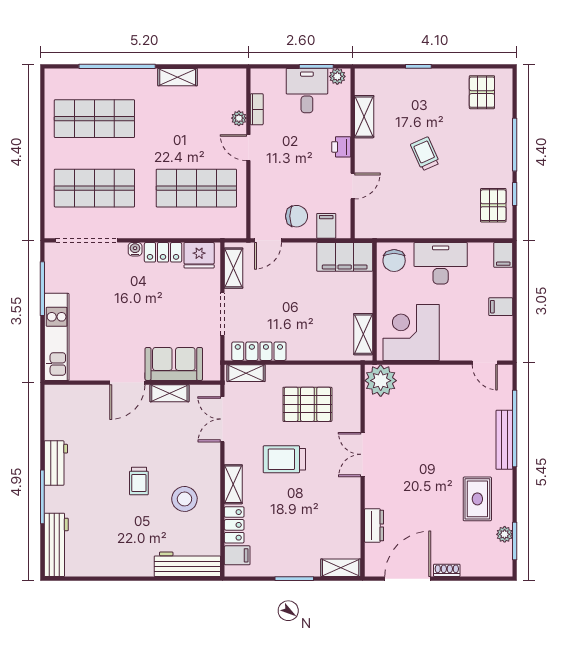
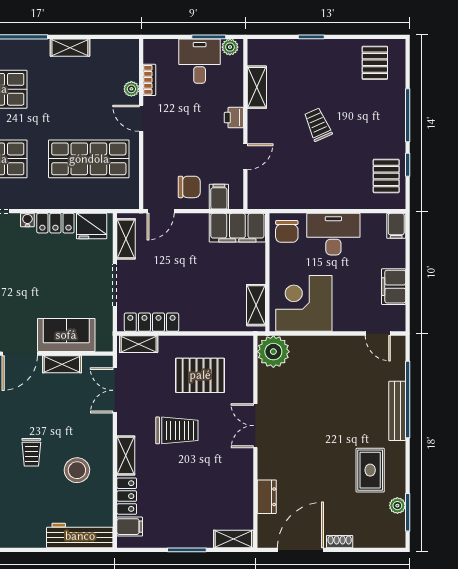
filing cabinet: (501, 307) -> (394, 287), width x2.00
trolley: (284, 459) -> (177, 430), turned 180

